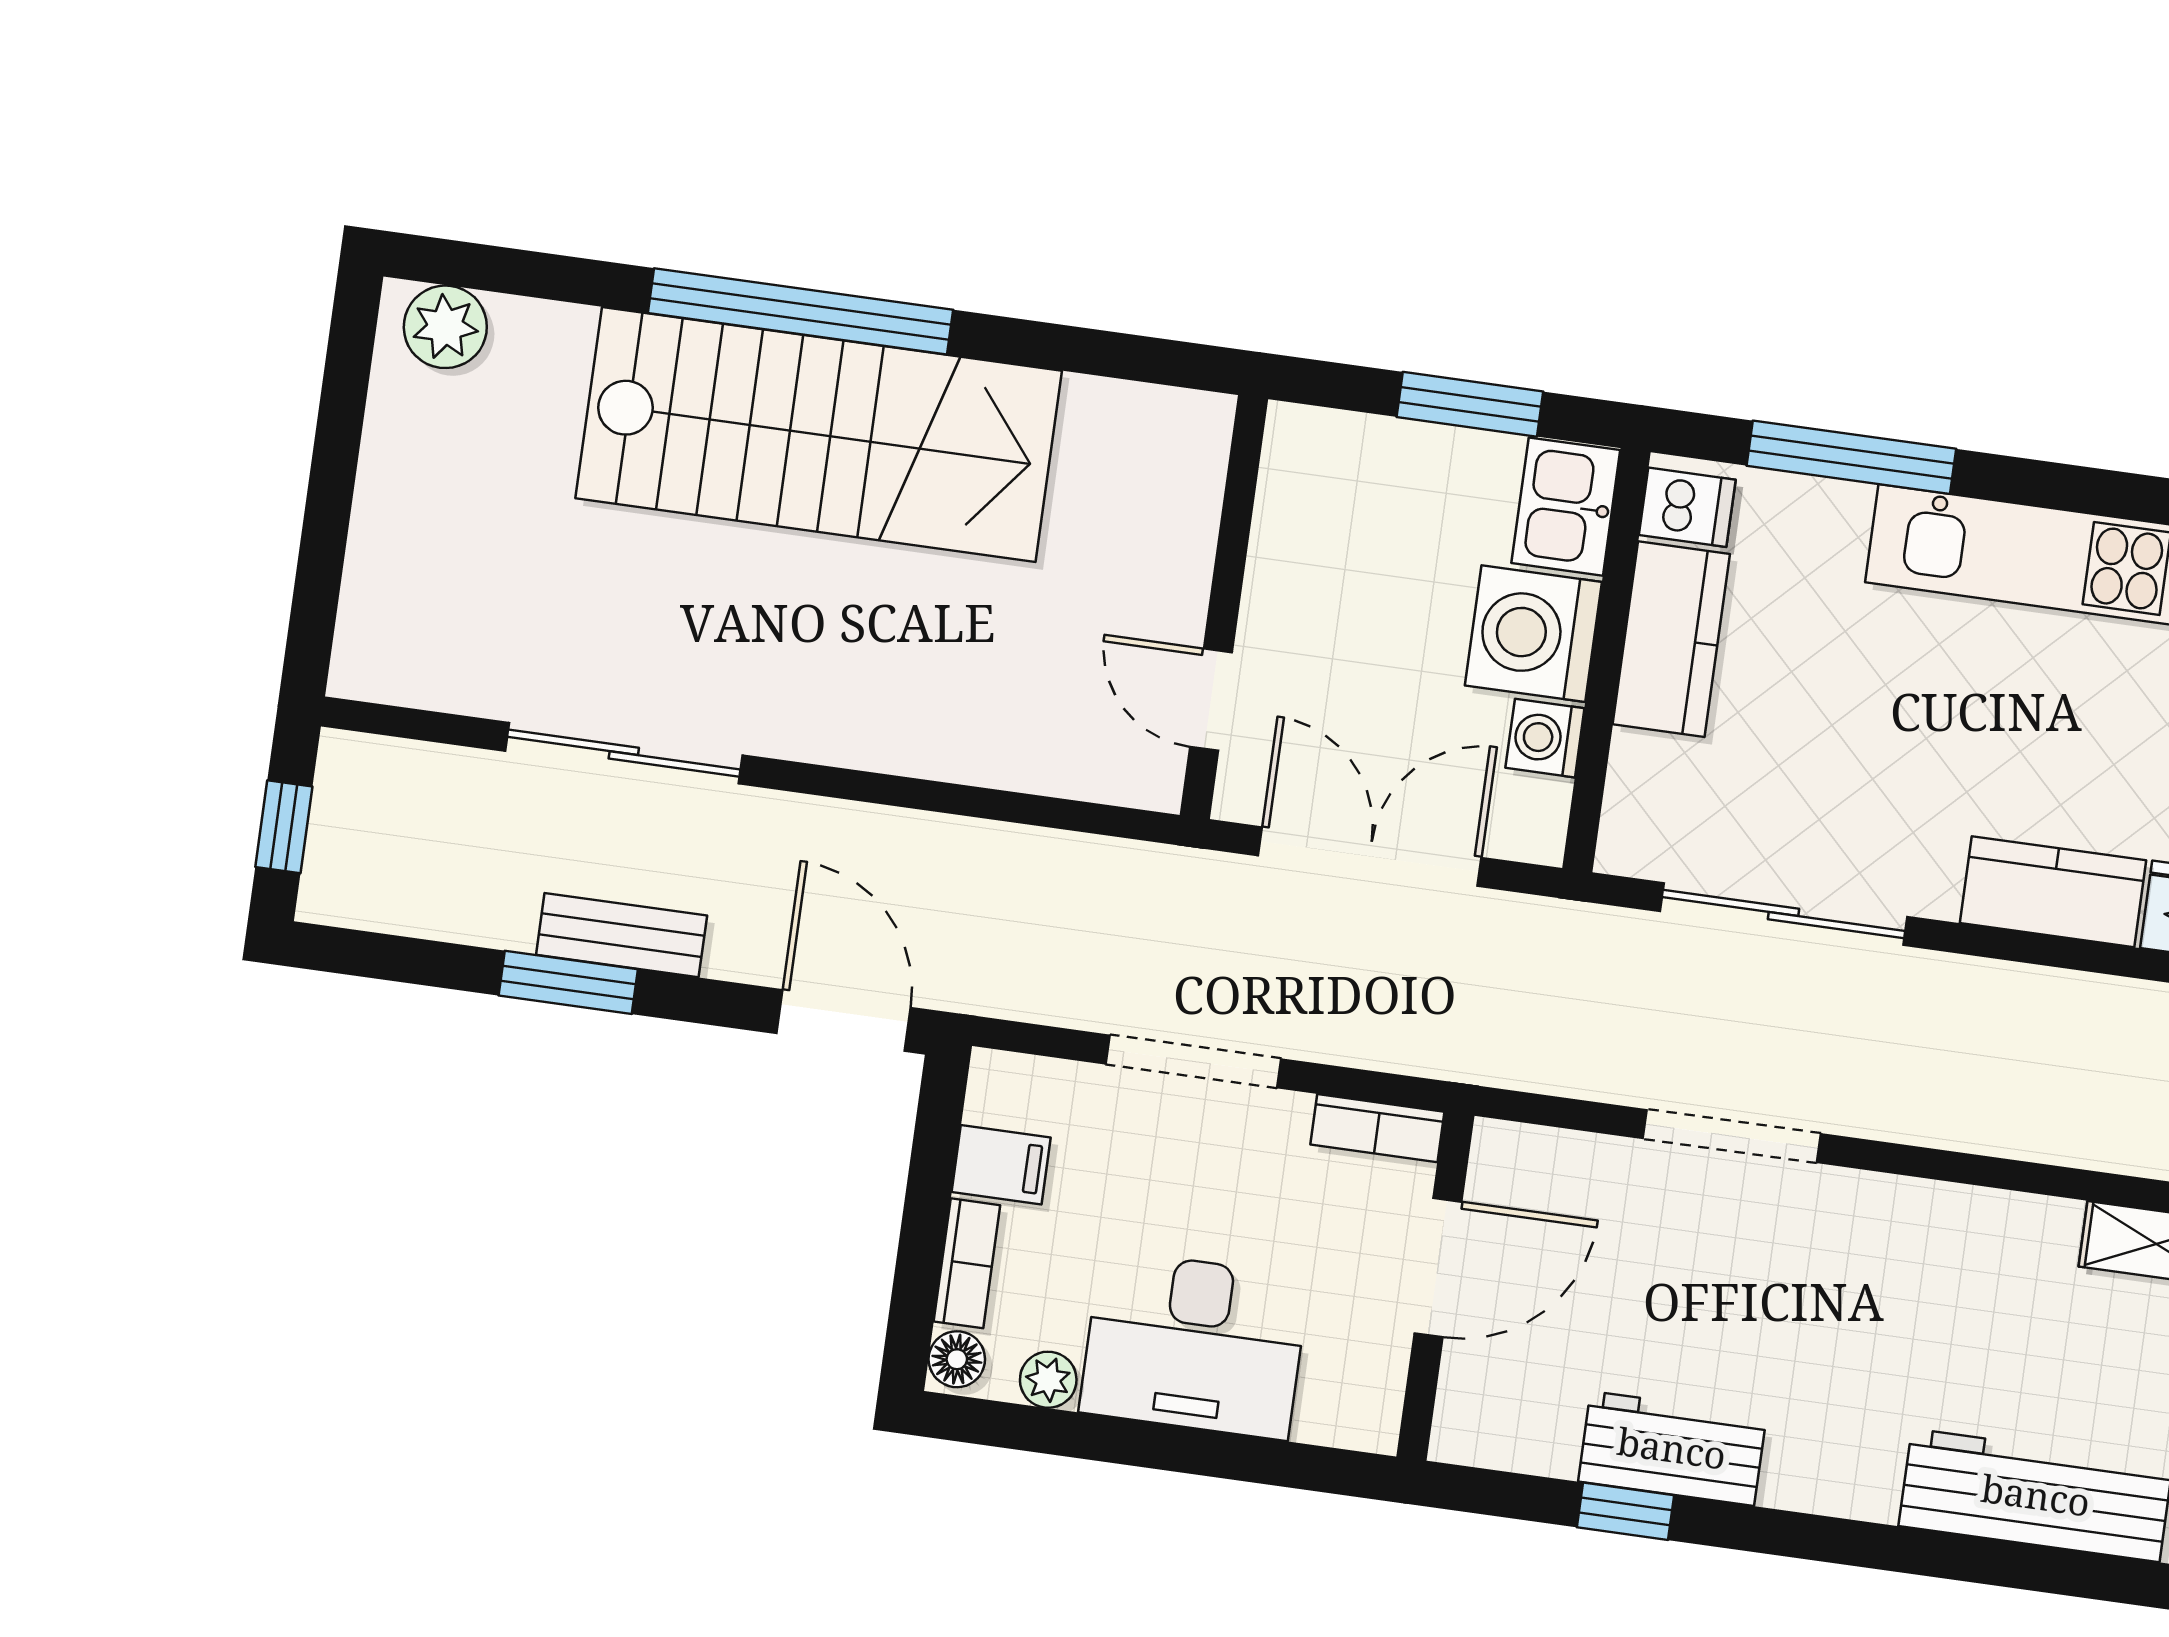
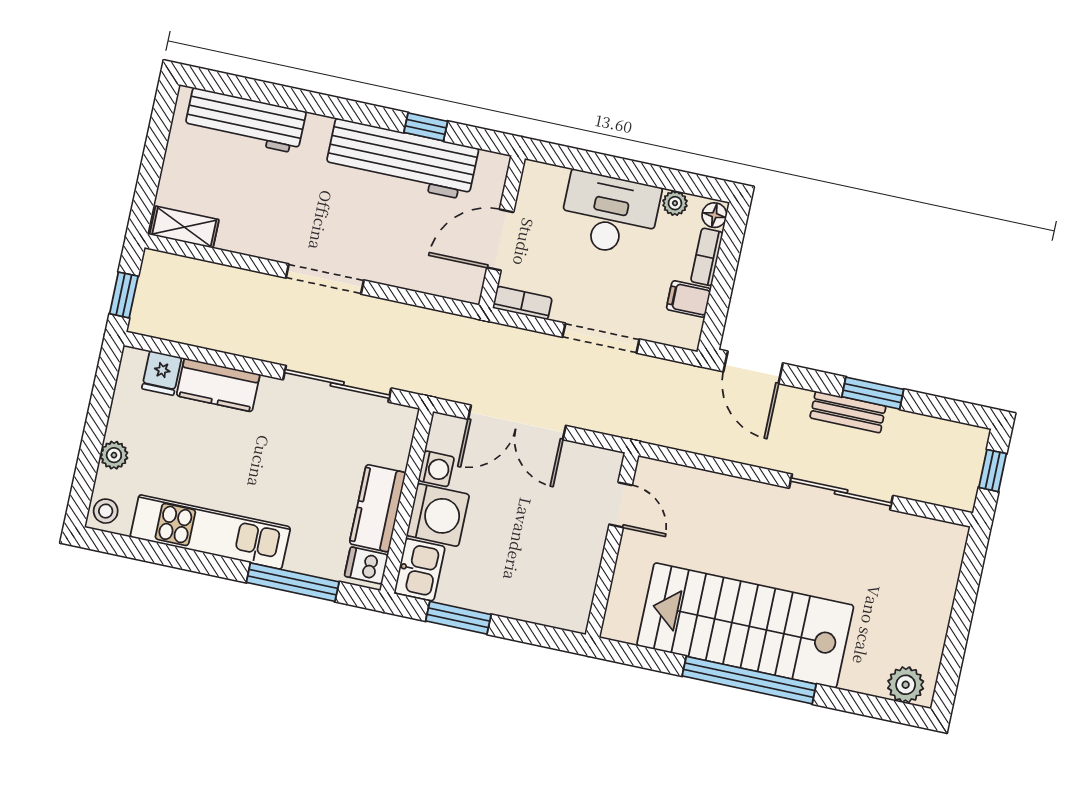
wall: (1224, 607) -> (612, 545), moved
door: (1211, 700) -> (621, 505), moved
doorway: (1732, 1136) -> (325, 279), moved
workbench: (1672, 1448) -> (402, 159), width x1.88, depth x1.32

